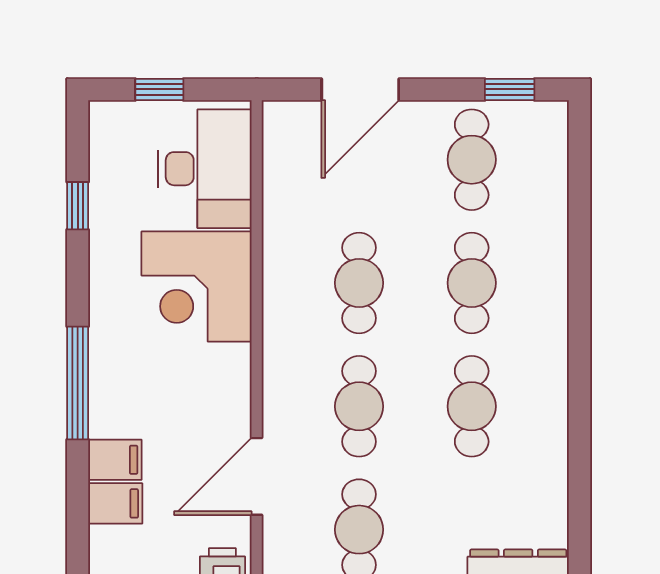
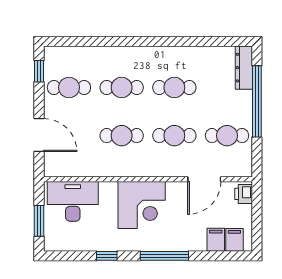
window: (159, 89) -> (39, 221), width x1.50
window: (78, 206) -> (107, 256), moved
corner desk: (197, 287) -> (142, 205), moved
filing cabinet: (115, 460) -> (234, 240), moved
door: (257, 476) -> (204, 179), hinge flipped

